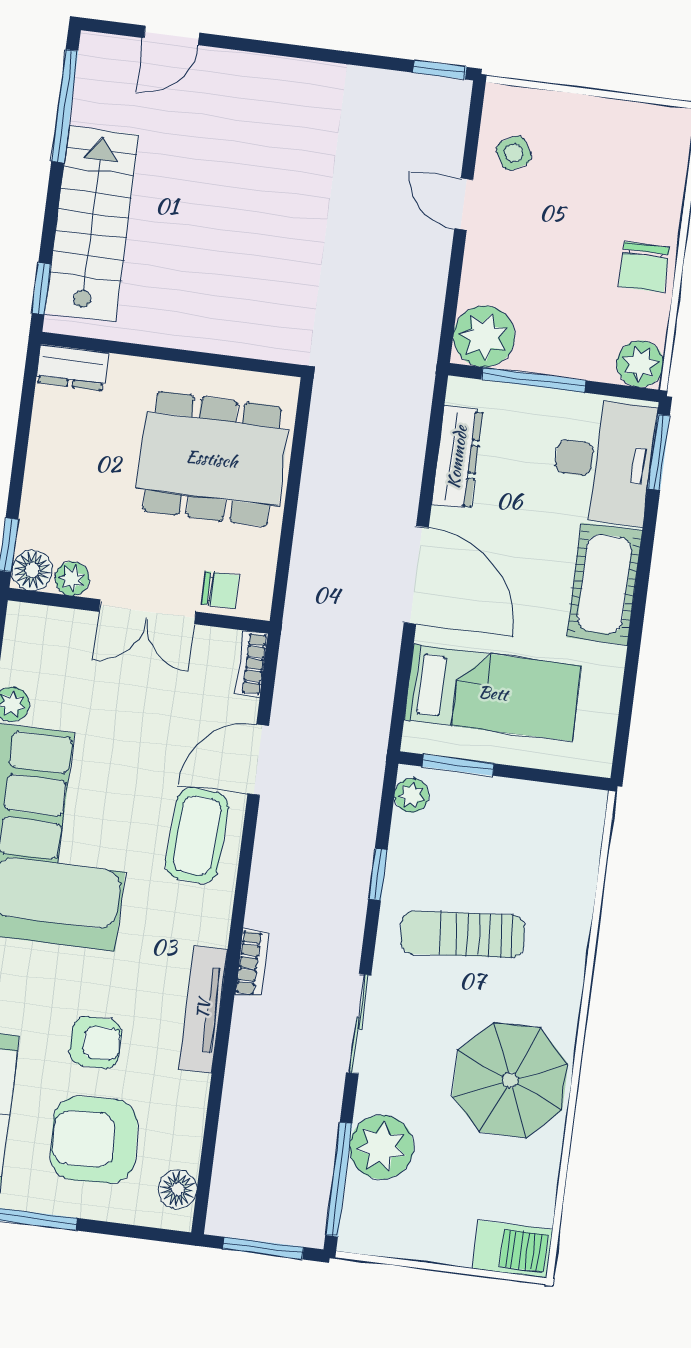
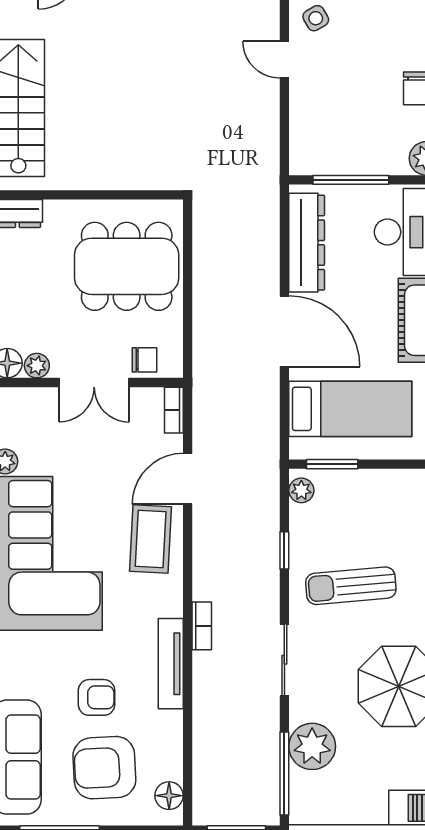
plant: (484, 336) -> (311, 153), removed
dresser: (457, 457) -> (307, 243), width x1.37, depth x1.24

